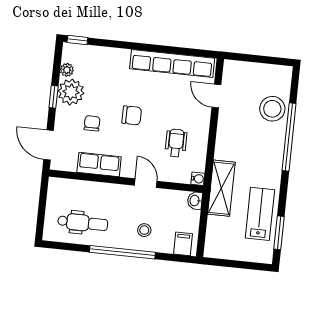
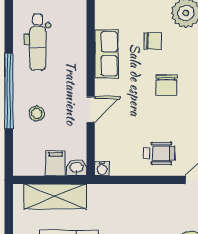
wheelchair: (176, 143) -> (159, 153), moved
shelving: (221, 188) -> (55, 196), moved
filing cabinet: (183, 244) -> (56, 163), moved, turned -90

